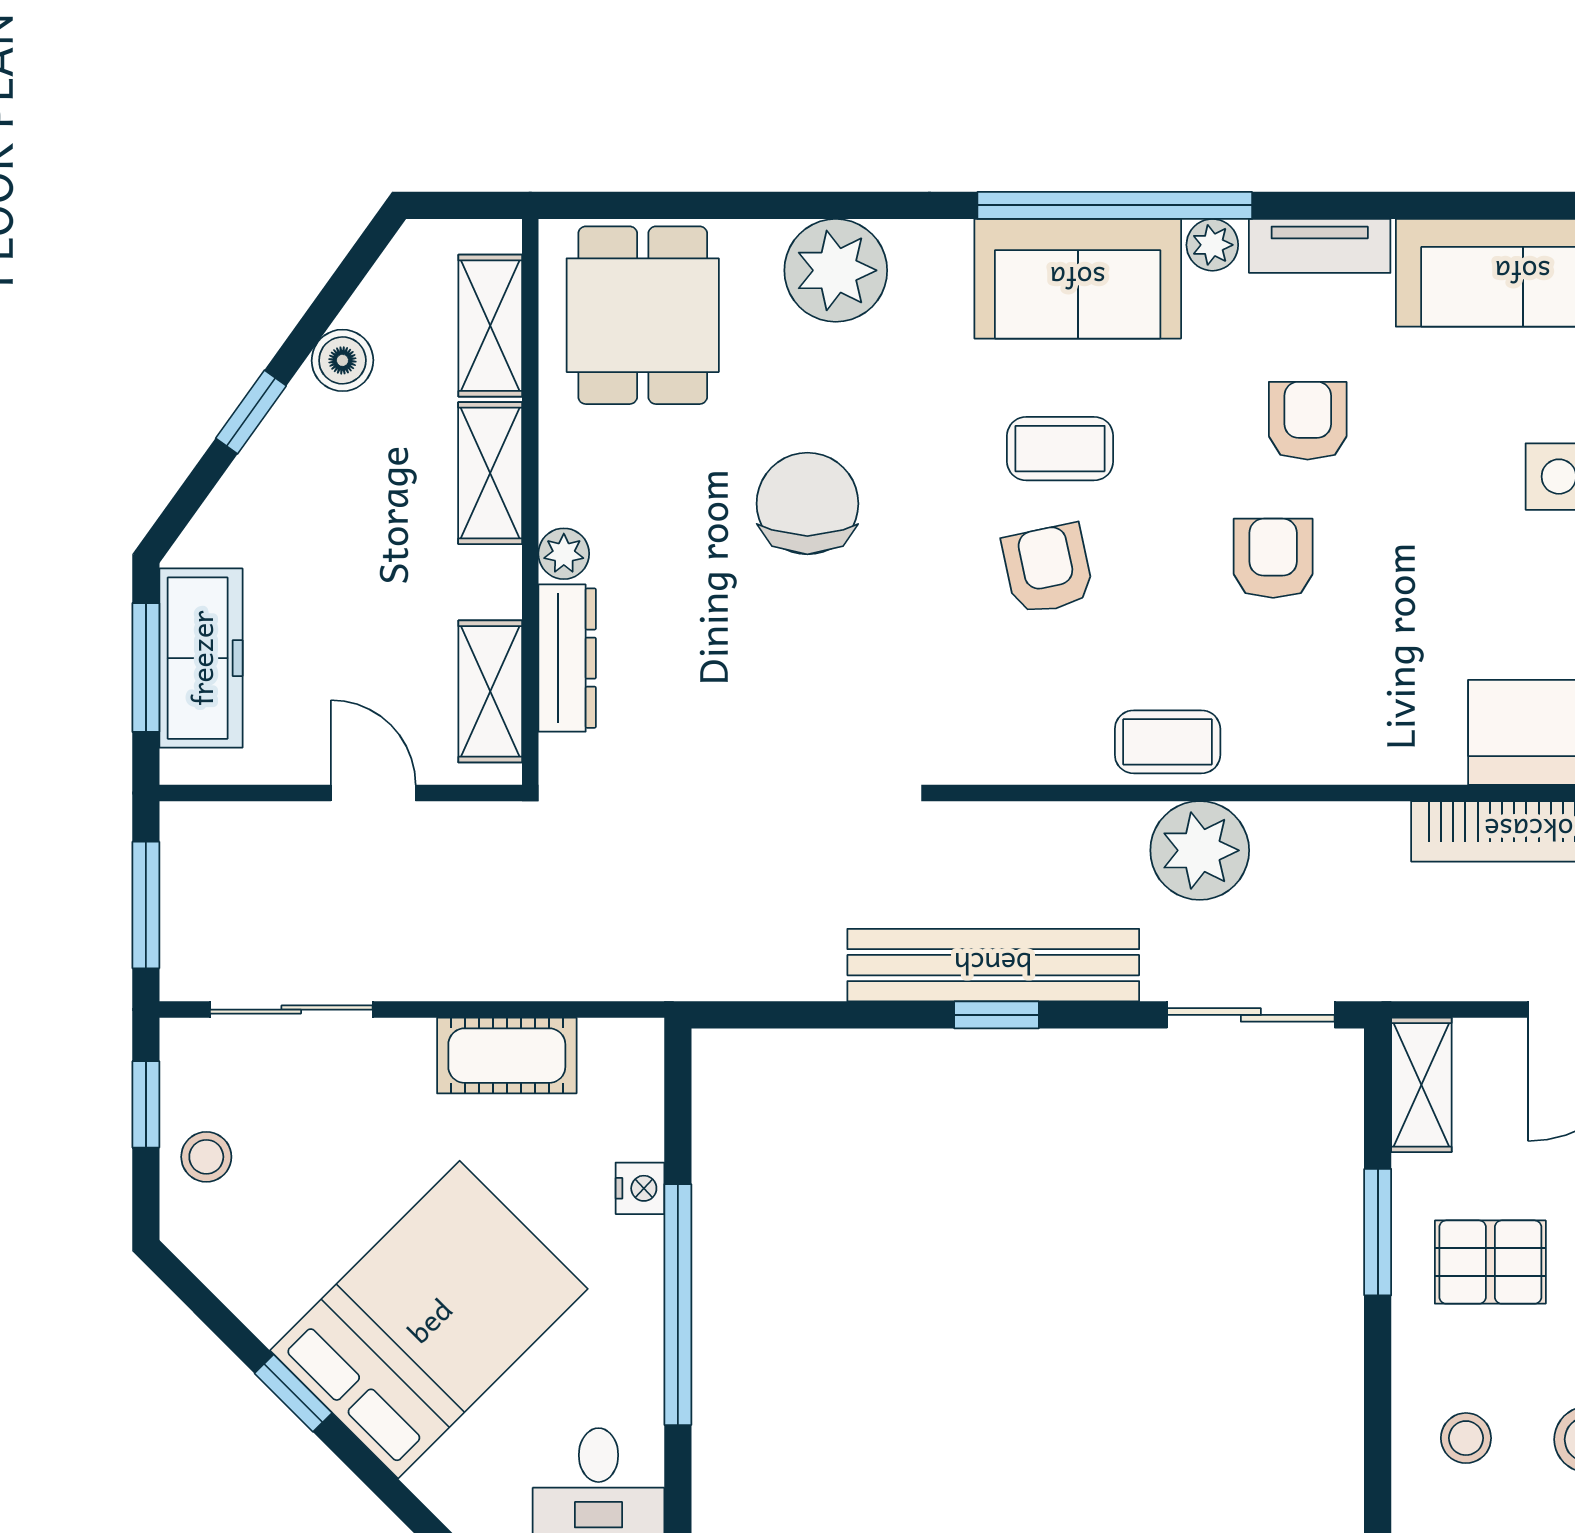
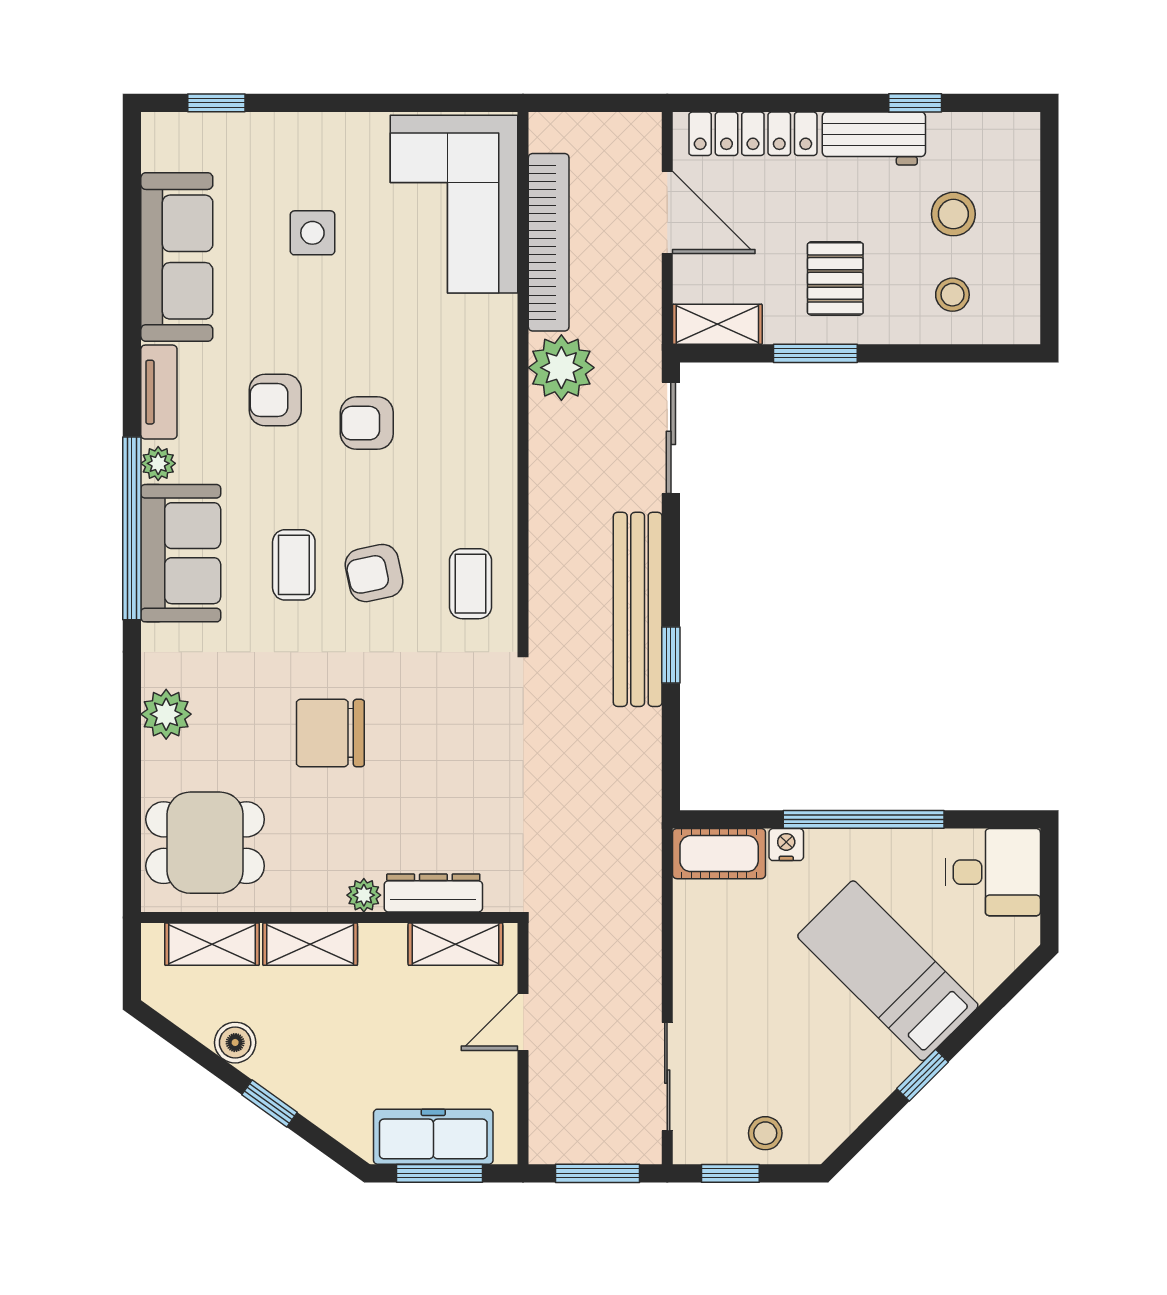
plant: (836, 270) -> (166, 714), width x0.73, depth x0.73
coffee table: (1168, 742) -> (470, 584), moved
plant: (1200, 850) -> (561, 368), moved
window: (997, 1015) -> (671, 655), moved
cot: (507, 1056) -> (719, 854), moved, turned 90
bed: (429, 1320) -> (888, 971), width x0.67

